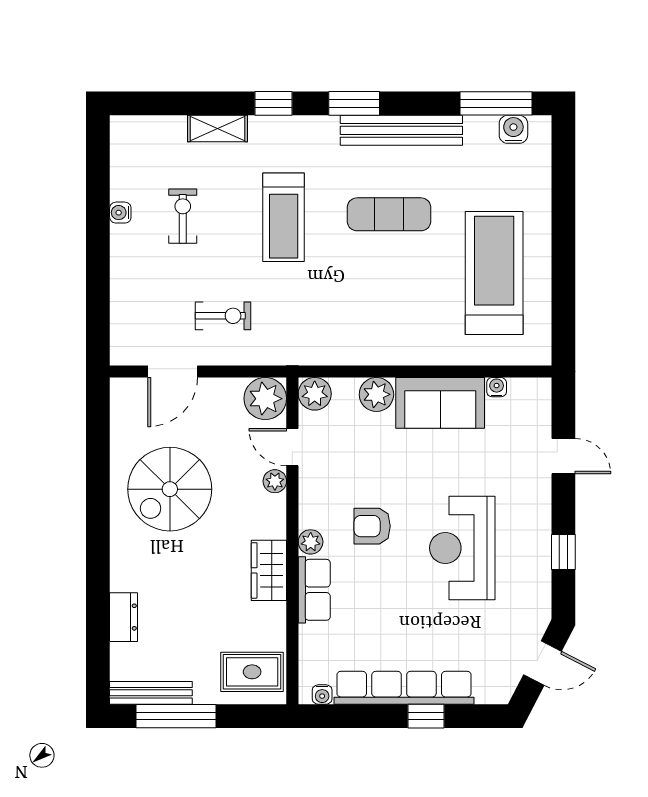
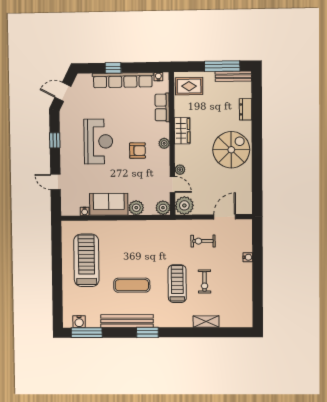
window: (274, 103) -> (182, 332), removed
water cooler: (120, 213) -> (248, 257), moved
exercise bike: (183, 216) -> (204, 281), moved
treadmill: (494, 273) -> (86, 260), turned 180
spiral stairs: (170, 489) -> (231, 150), moved
row of seats: (314, 590) -> (162, 107), moved

